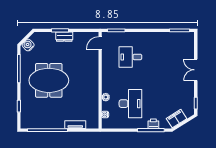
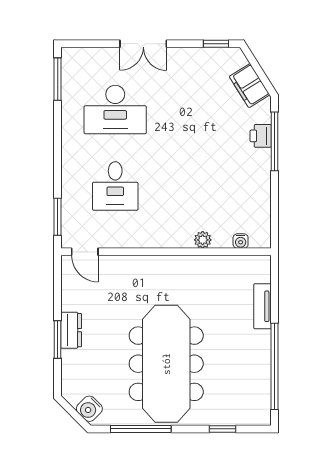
meeting table: (49, 80) -> (166, 364), width x1.36
desk: (130, 104) -> (115, 110), moved, turned 180

